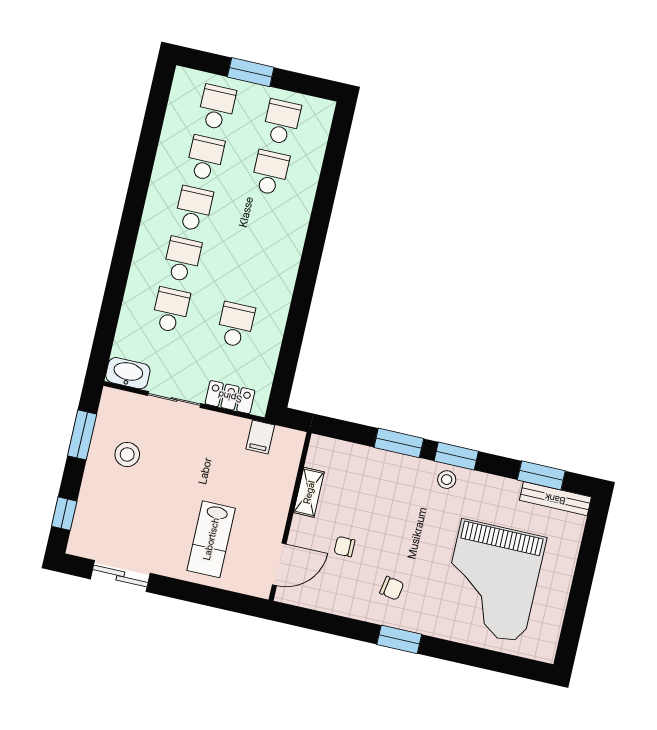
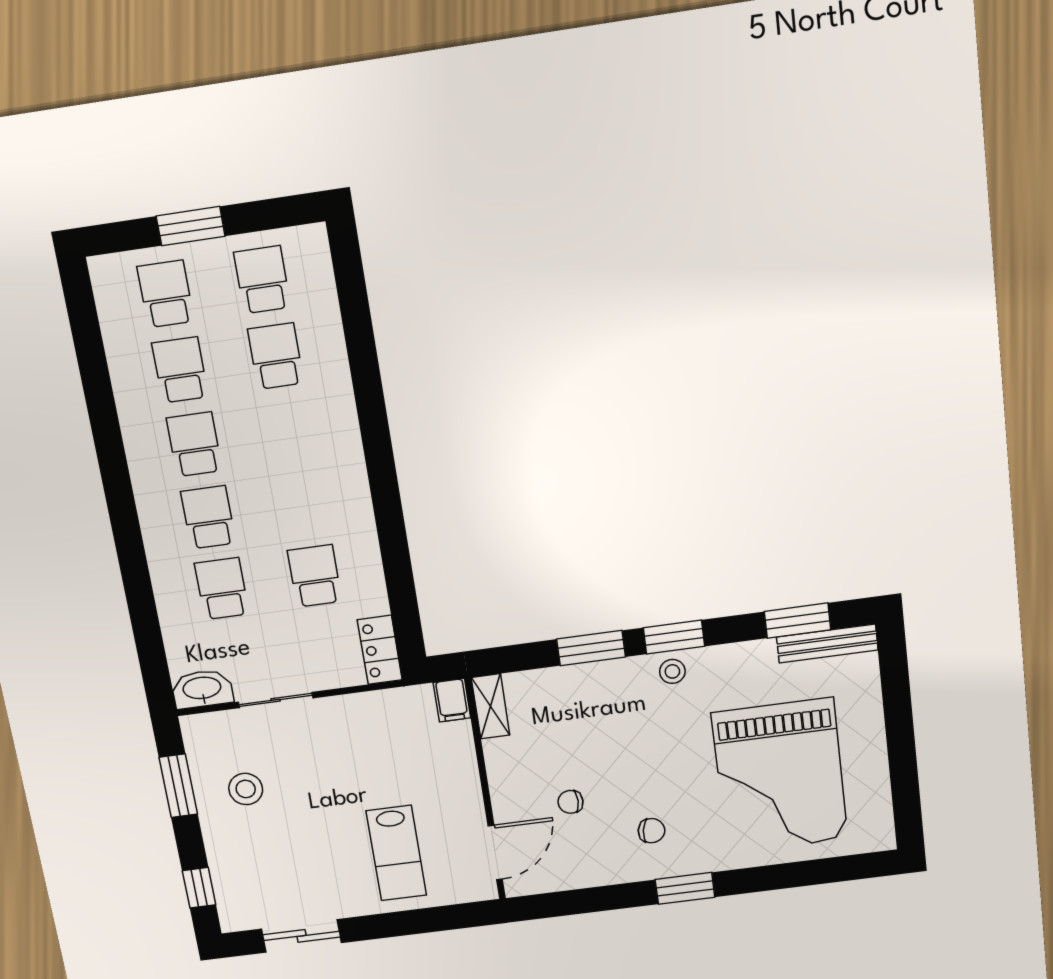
locker: (230, 397) -> (380, 650), moved, turned -90
filing cabinet: (260, 437) -> (452, 700), moved
shelving: (309, 492) -> (491, 706), moved

